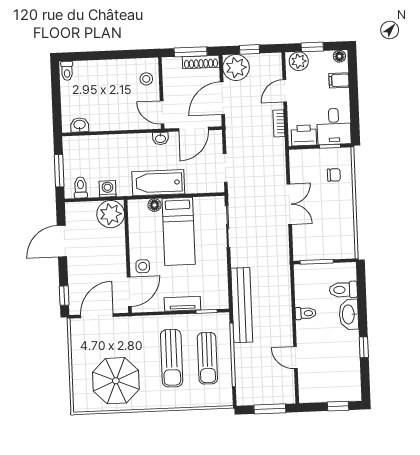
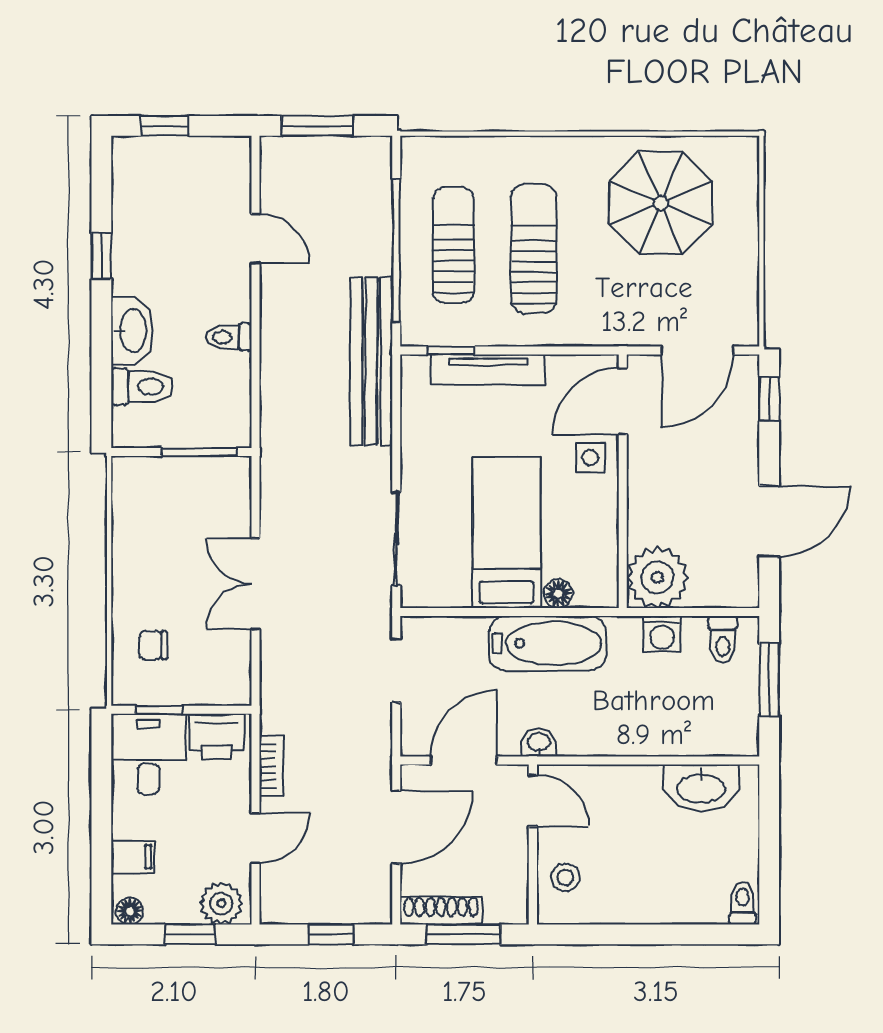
plant: (236, 68) -> (363, 895), removed
washbasin: (80, 125) -> (701, 787), width x1.91, depth x1.45
tv unit: (182, 304) -> (488, 370), width x1.41

